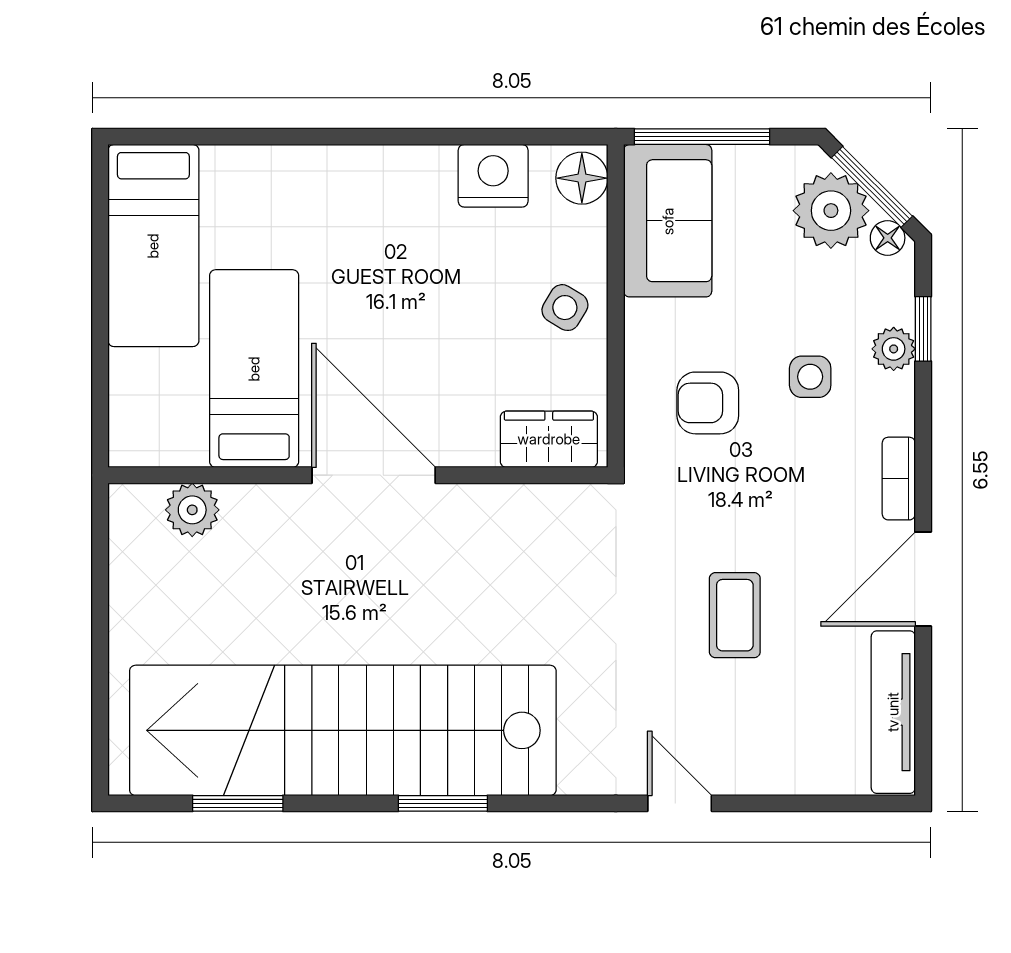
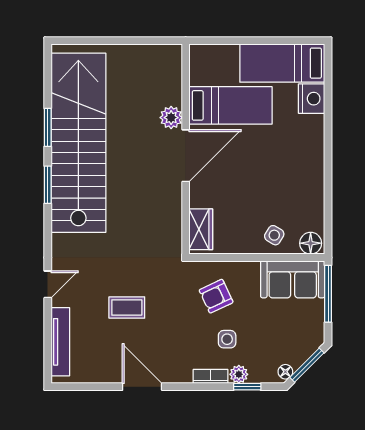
nightstand: (493, 176) -> (312, 99), moved
plant: (831, 211) -> (297, 348), removed
side table: (565, 308) -> (274, 235), moved
armchair: (708, 403) -> (216, 296), turned -115
bookcase: (899, 479) -> (211, 376), moved
plant: (192, 510) -> (171, 118), moved
tv unit: (893, 712) -> (60, 342), moved, turned 90
window: (238, 803) -> (48, 127), moved

